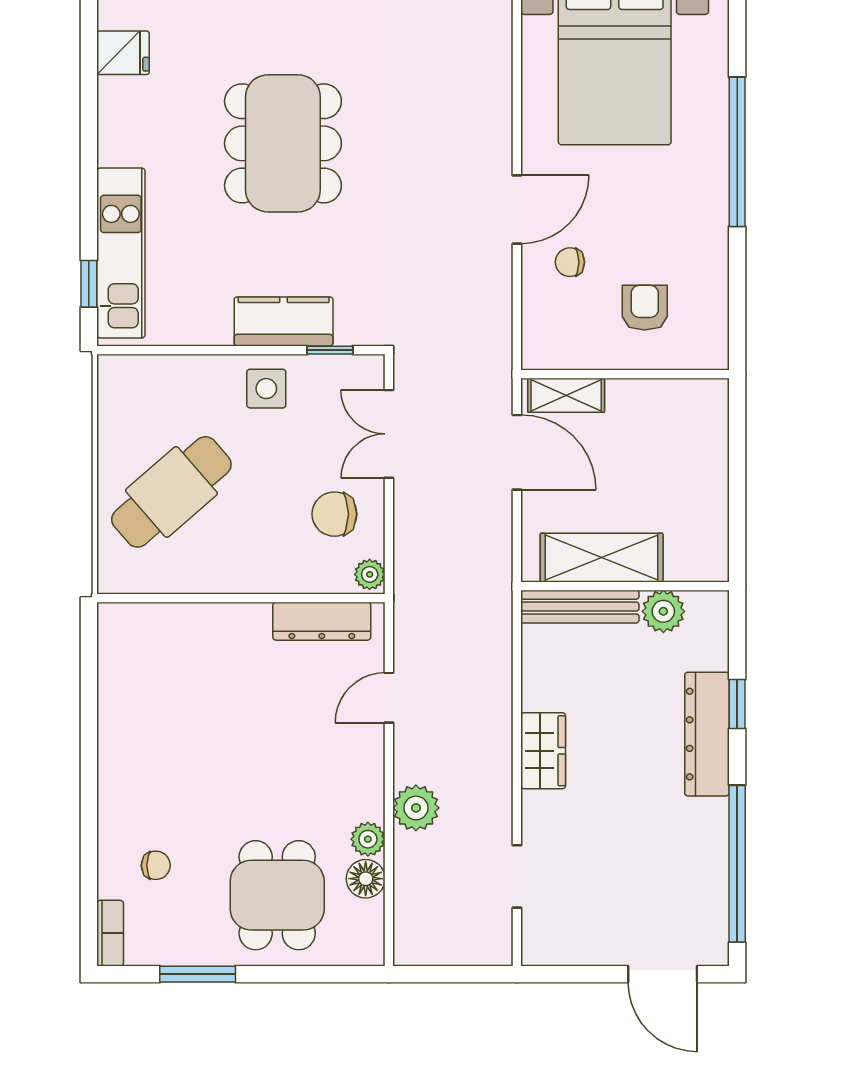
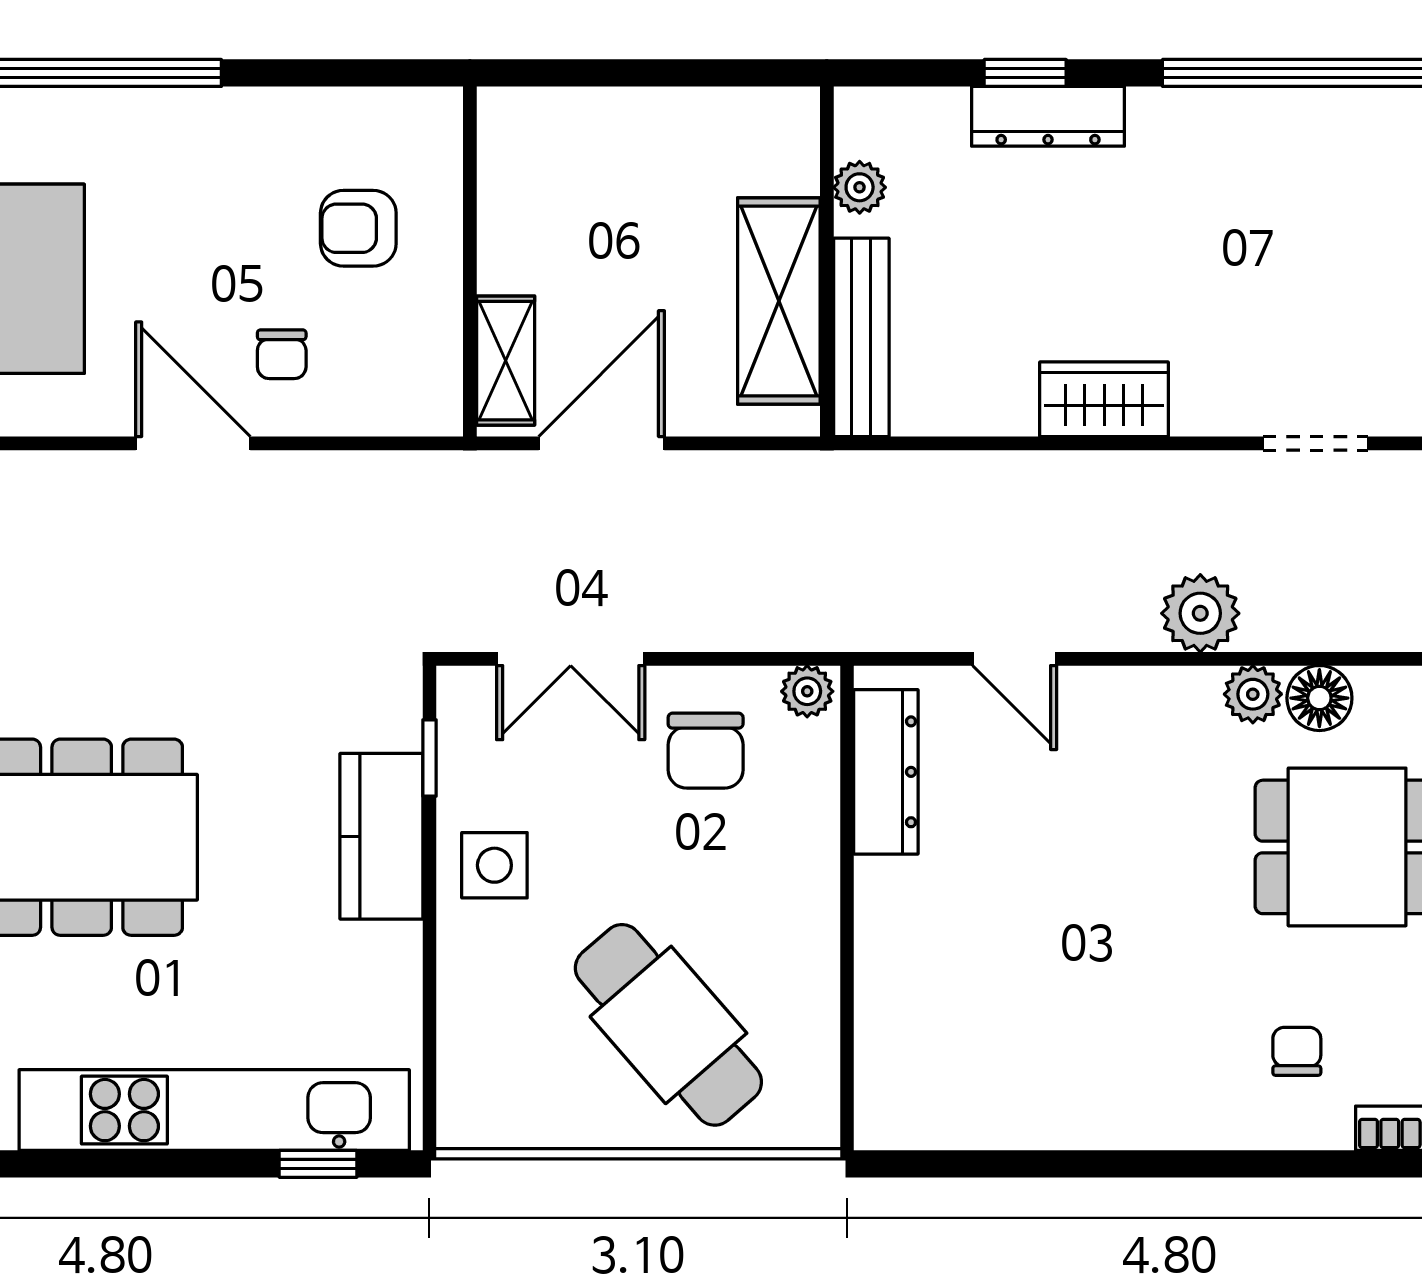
kitchen unit: (121, 253) -> (214, 1110), width x1.36
plant: (663, 611) -> (860, 187), width x0.73, depth x0.73
dresser: (707, 734) -> (1048, 116), width x0.73, depth x0.80

